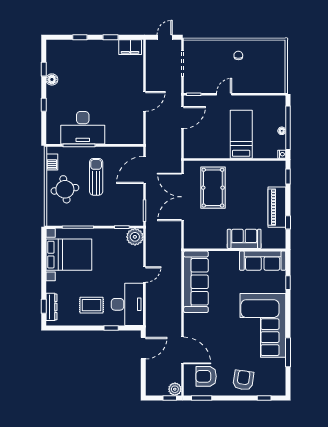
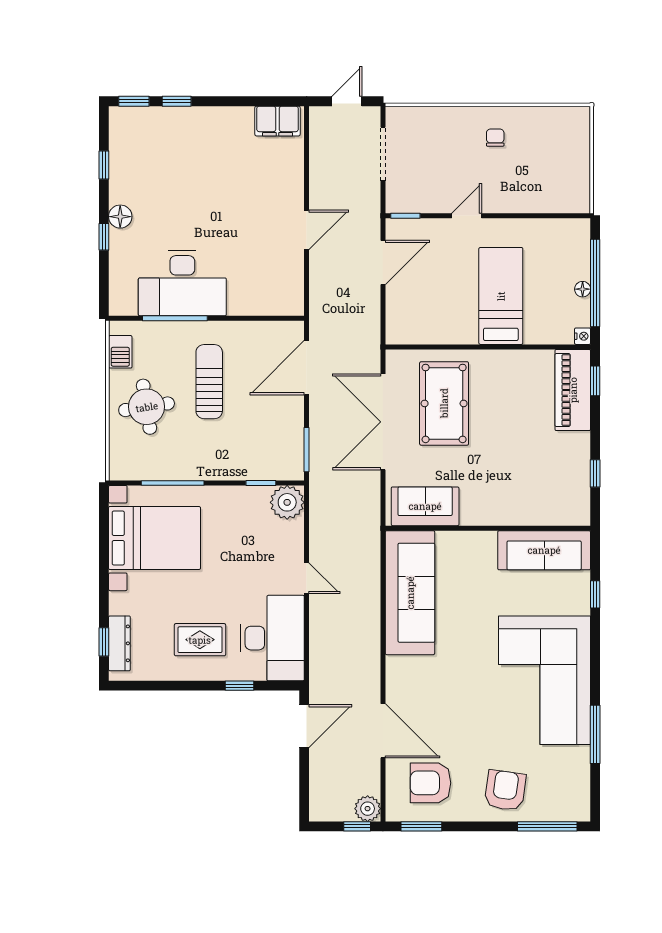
window: (111, 37) -> (134, 101), moved
floor lamp: (52, 79) -> (120, 217), moved
piano: (277, 207) -> (573, 390), moved
sofa: (244, 239) -> (425, 506), moved
door: (145, 275) -> (307, 578), hinge flipped
window: (264, 398) -> (547, 826), width x2.17

